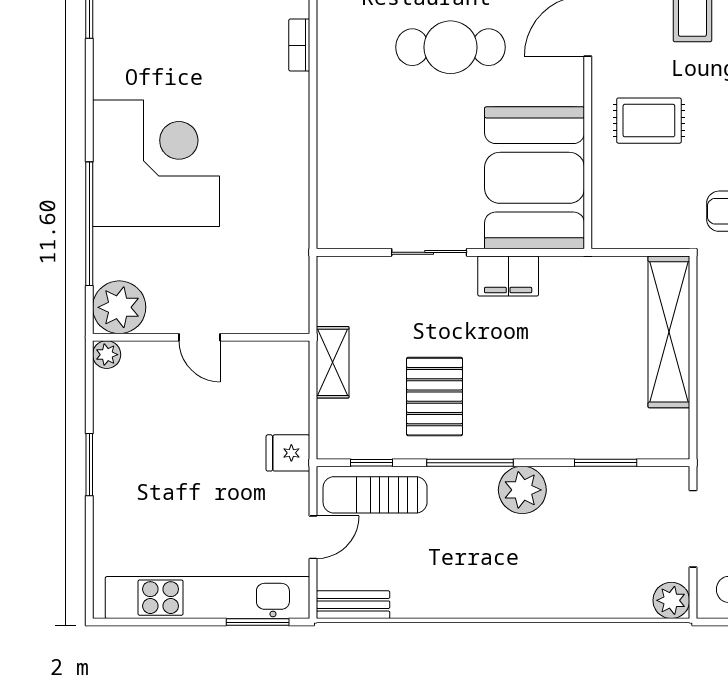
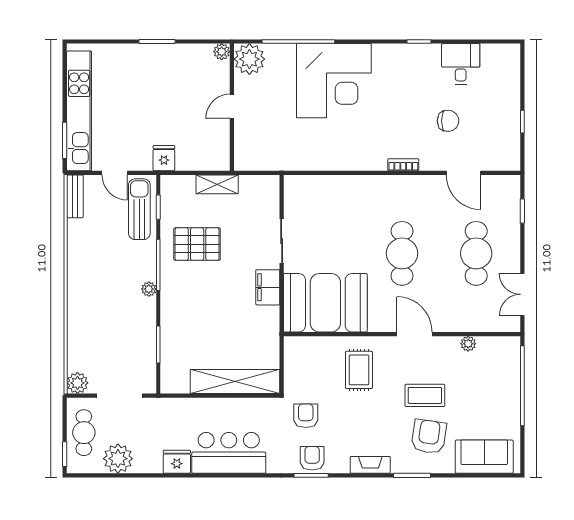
plant: (522, 490) -> (149, 289), width x0.53, depth x0.53

